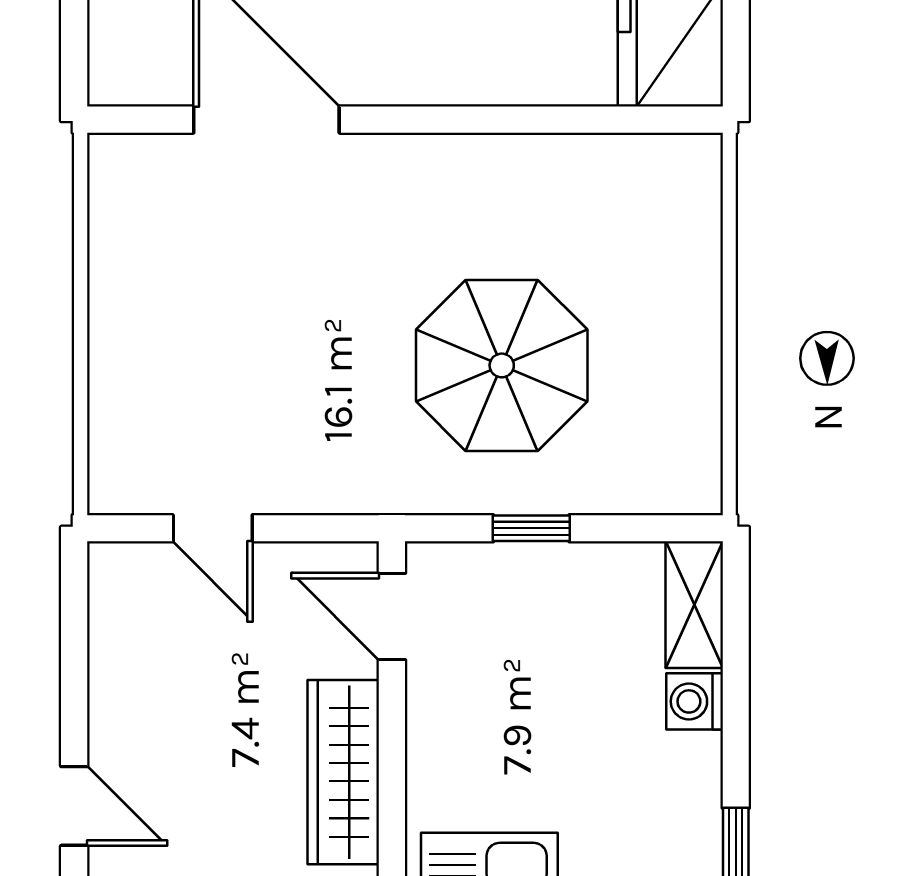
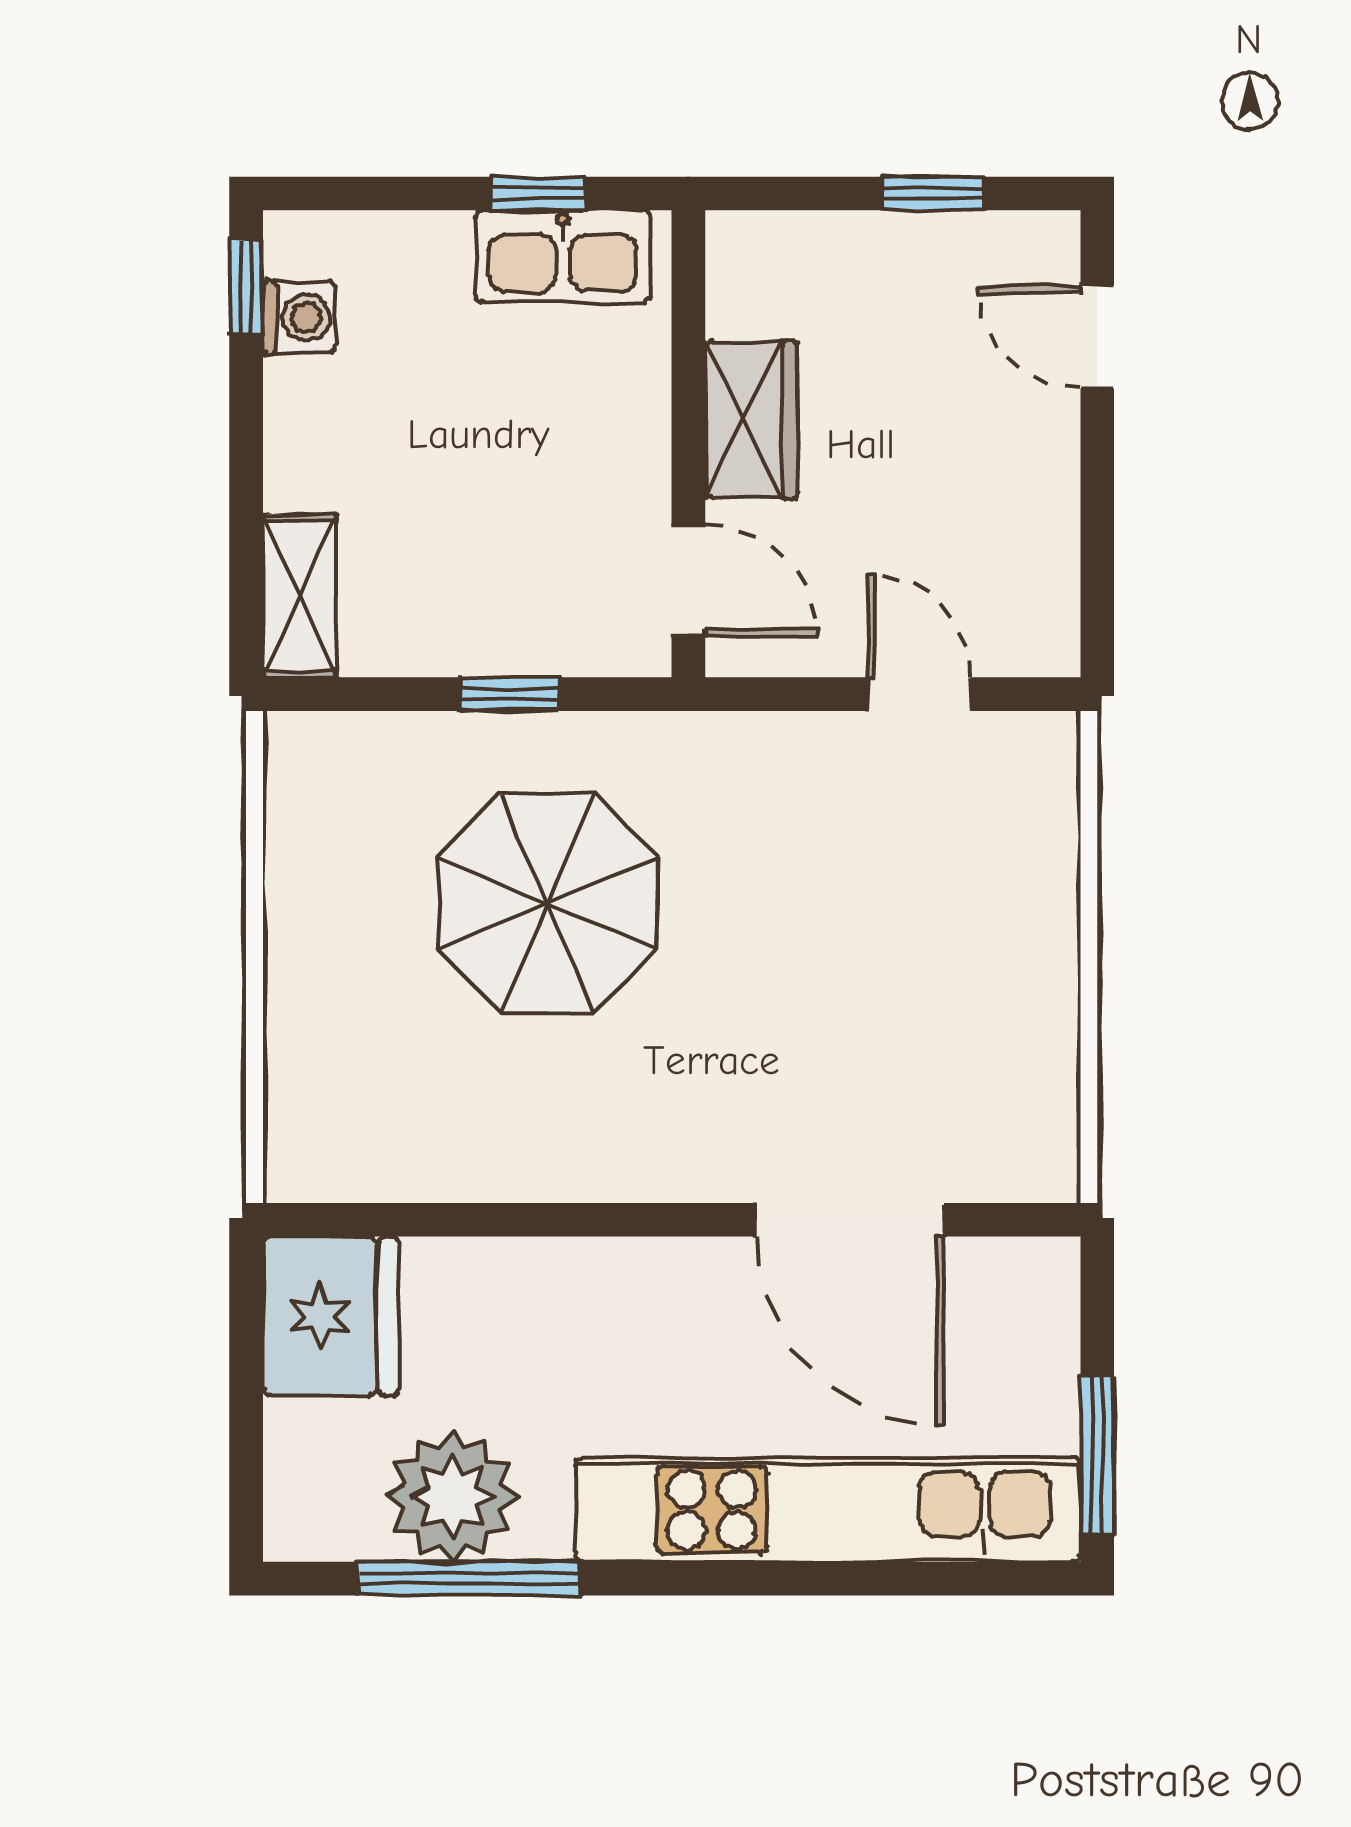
washing machine: (695, 701) -> (299, 317), moved
wardrobe: (343, 772) -> (751, 420), width x0.67

